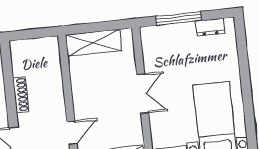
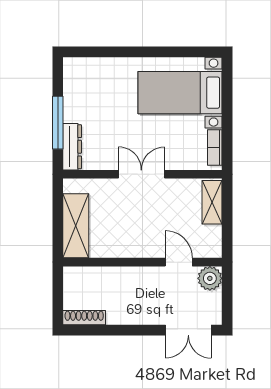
dresser: (210, 27) -> (72, 147), moved, width x1.44
shoe rack: (21, 95) -> (84, 318), moved

